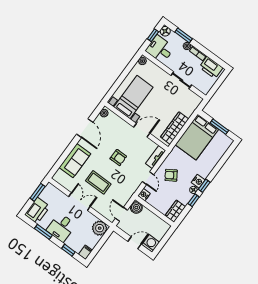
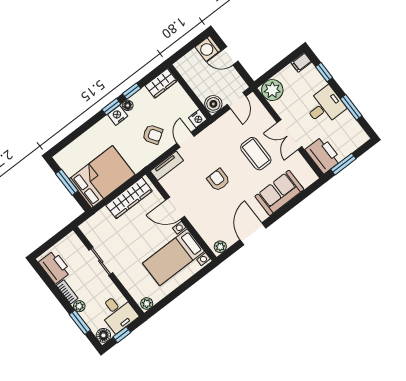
printer: (37, 210) -> (323, 155), moved, turned 90

